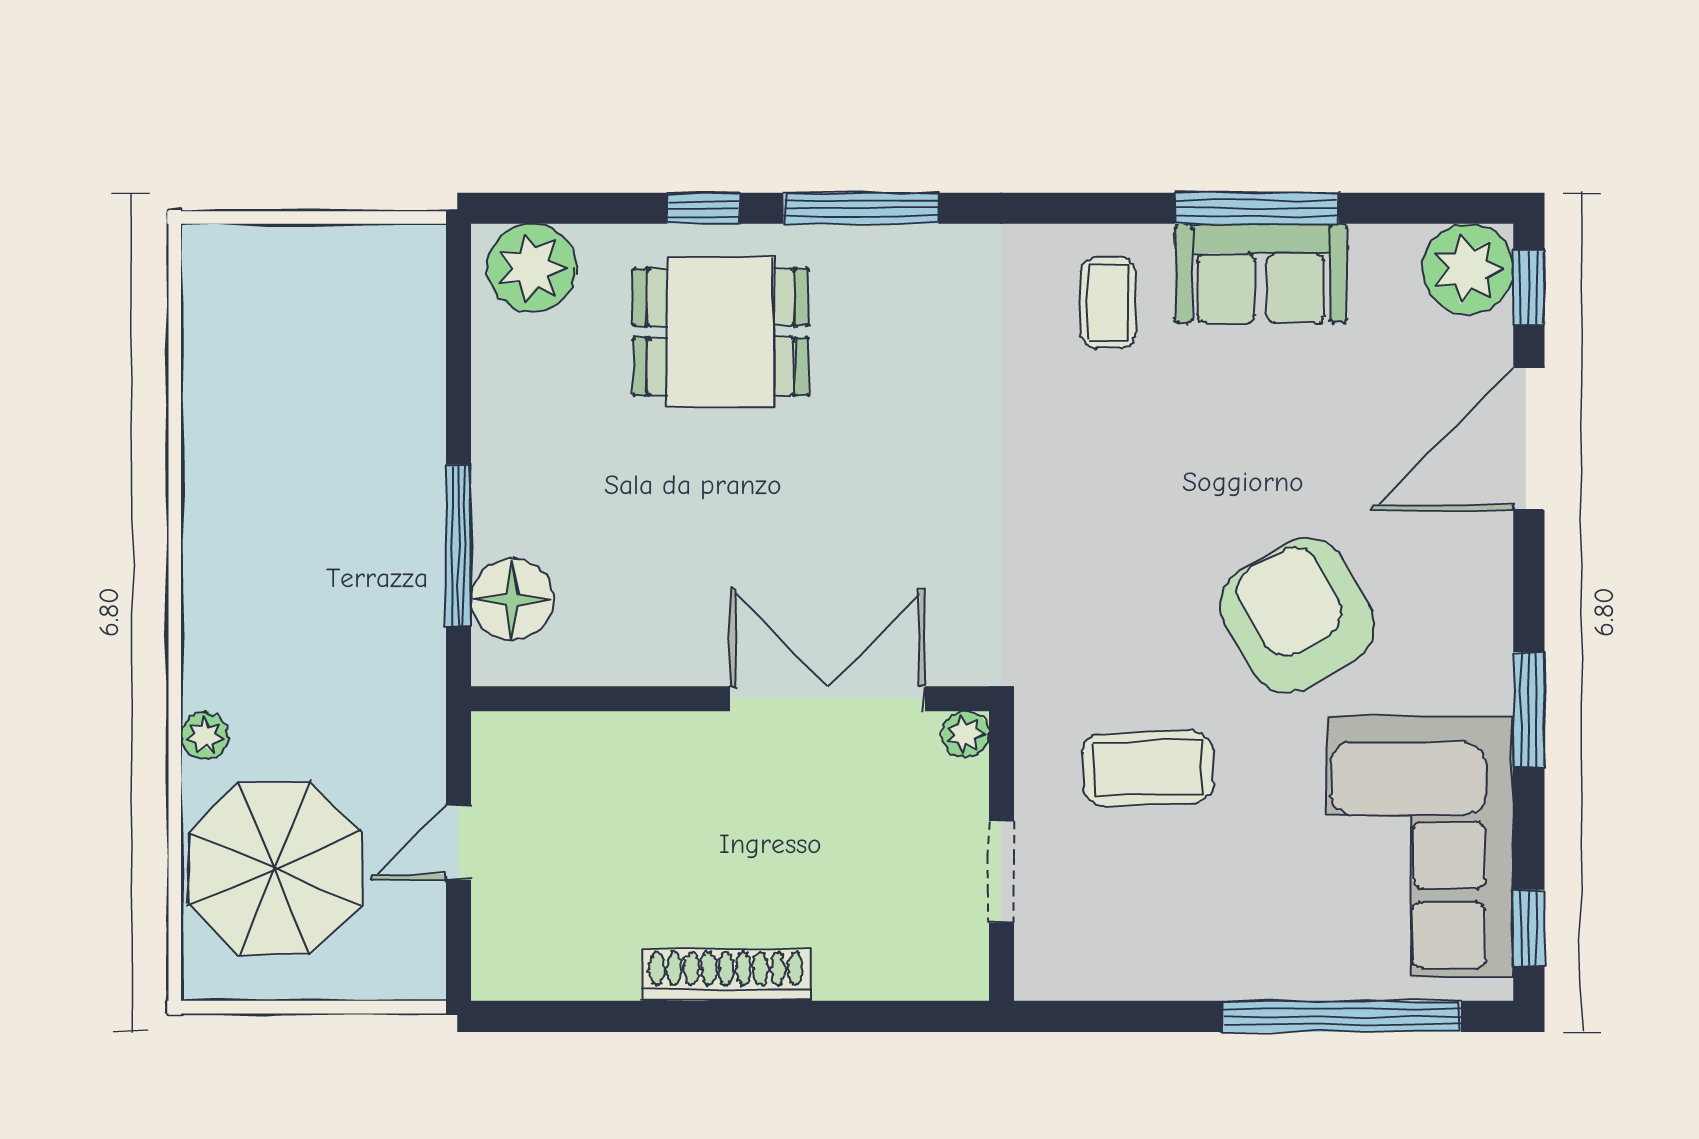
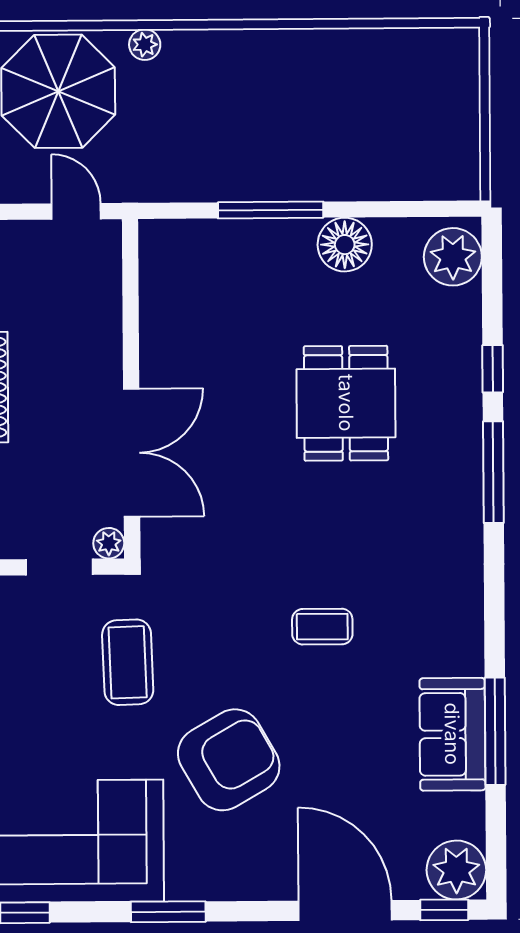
coffee table: (1108, 302) -> (322, 627), moved
dining table: (721, 332) -> (346, 403), moved
floor lamp: (512, 599) -> (345, 245), moved
wall: (730, 699) -> (131, 389), moved
double door: (828, 699) -> (132, 453), moved
plant: (966, 734) -> (109, 543), moved

